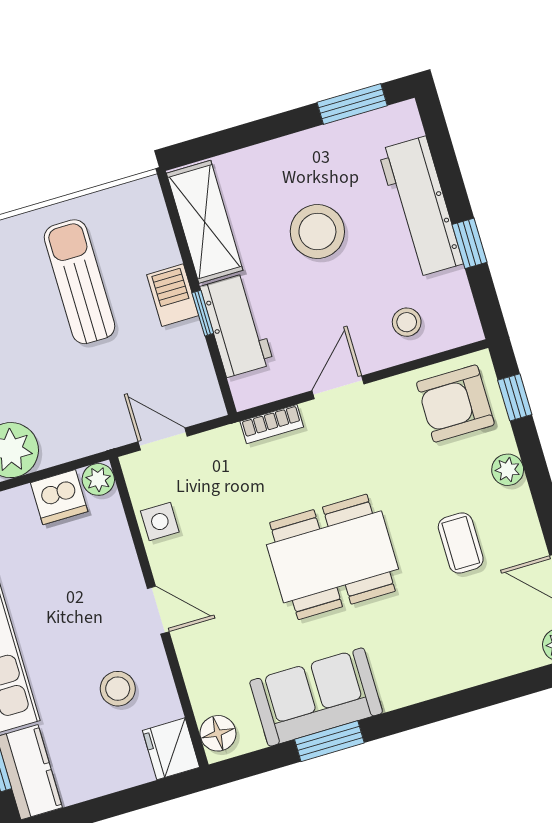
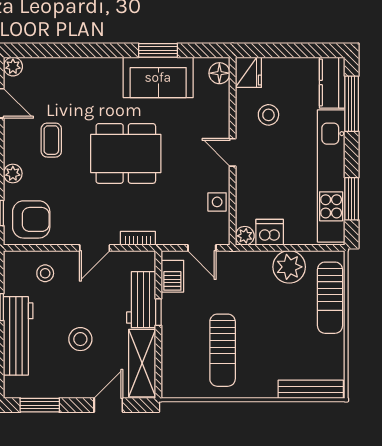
door: (240, 137) -> (108, 405), added
stool: (317, 232) -> (80, 339), width x0.73, depth x0.73
barbecue: (173, 295) -> (172, 276), moved

